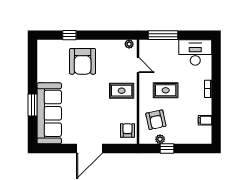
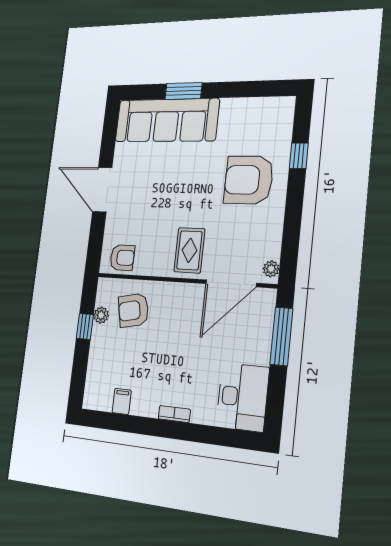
door: (138, 65) -> (231, 283), width x1.88
rug: (166, 90) -> (181, 333), removed

